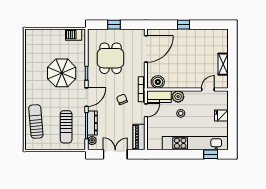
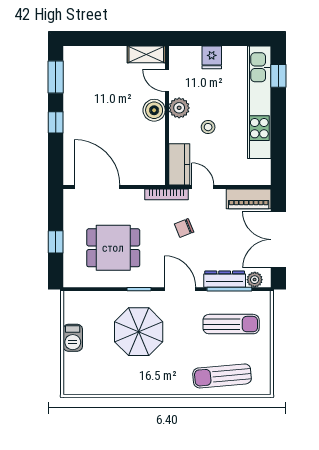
window: (210, 25) -> (56, 77), added
barbecue: (74, 35) -> (73, 338), moved
shelving: (223, 64) -> (146, 54), moved
boiler: (158, 82) -> (154, 110), moved
plant: (178, 97) -> (179, 108), moved
double door: (115, 154) -> (278, 240), width x1.37

